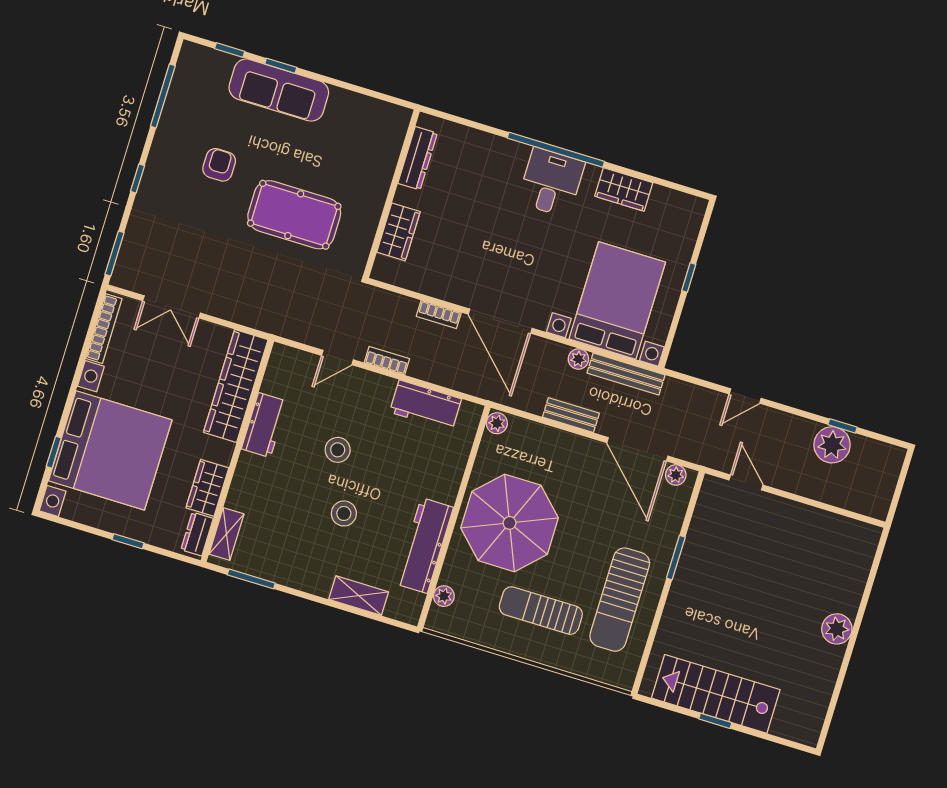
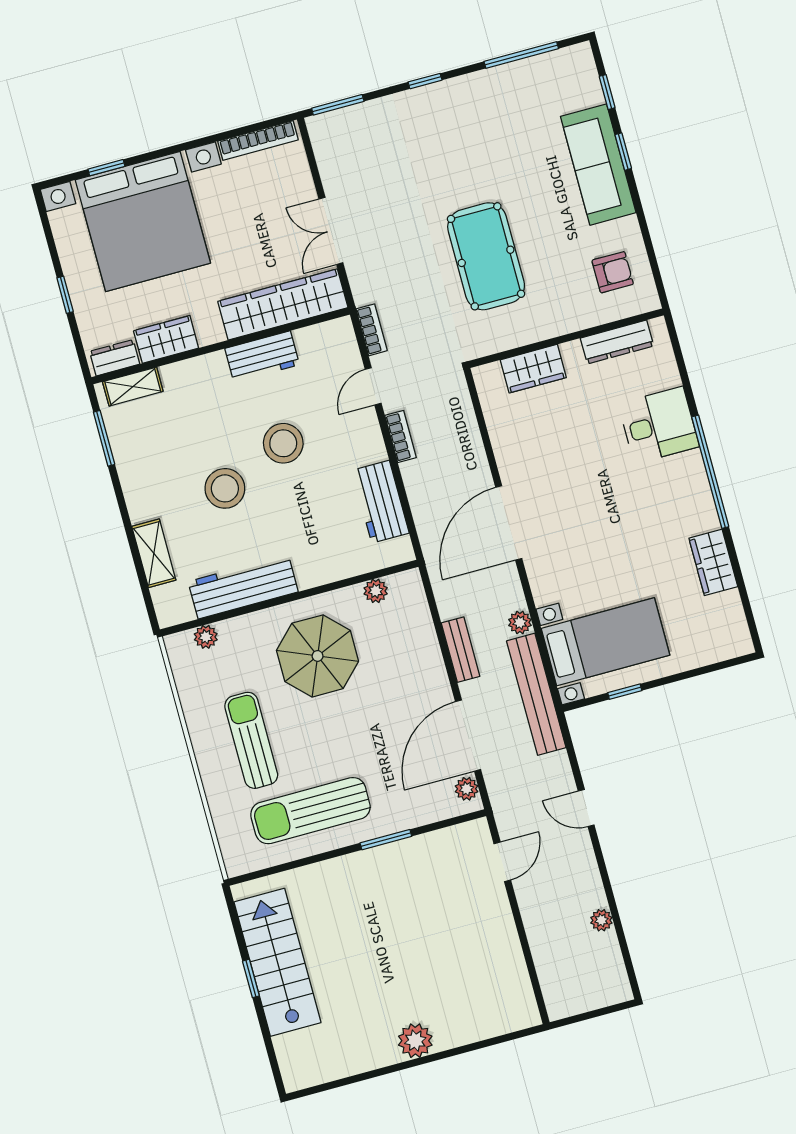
armchair: (219, 165) -> (613, 272), moved
desk: (551, 182) -> (659, 425), moved
window: (689, 277) -> (625, 692), moved
bed with nightstands: (617, 301) -> (606, 642), width x0.73
double door: (172, 307) -> (331, 231), moved
bookcase: (439, 314) -> (372, 330), moved, turned 180
door: (337, 358) -> (373, 386), hinge flipped
bench: (626, 374) -> (536, 694), width x1.37, depth x1.21
plant: (497, 423) -> (376, 591), moved
window: (843, 426) -> (617, 921), removed
plant: (832, 445) -> (601, 920), width x0.53, depth x0.53
stool: (338, 450) -> (283, 443), width x1.38, depth x1.38
stool: (344, 513) -> (225, 488), width x1.38, depth x1.38
parasol: (510, 523) -> (318, 656), width x0.73, depth x0.73

